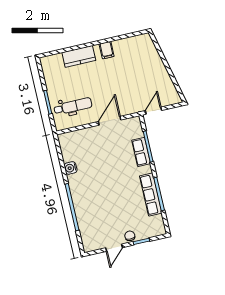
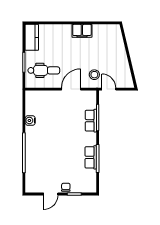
filing cabinet: (107, 50) -> (82, 31), width x2.00
kitchen counter: (79, 56) -> (32, 37), moved, turned -90
stool: (133, 98) -> (94, 75), added
door: (153, 111) -> (109, 89), hinge flipped
row of seats: (151, 195) -> (91, 157), width x0.68

